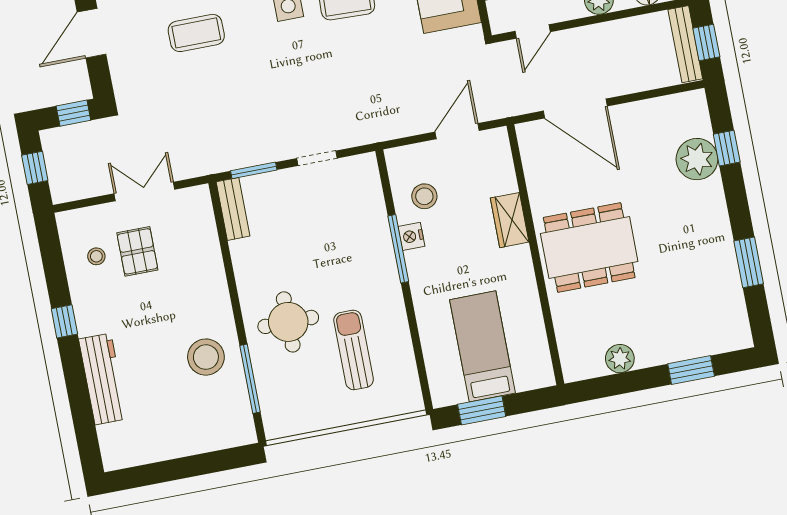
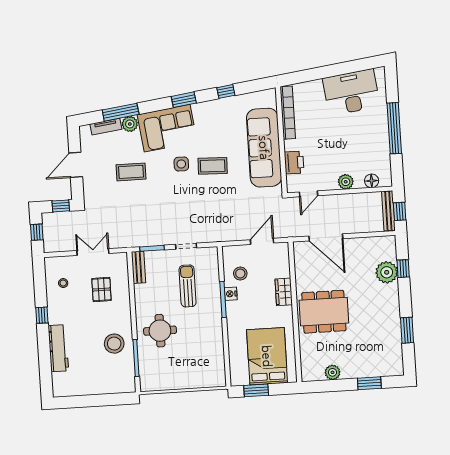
pallet: (137, 251) -> (101, 290), moved
bed: (482, 346) -> (267, 356), width x1.50
sun lounger: (354, 350) -> (188, 286), moved

